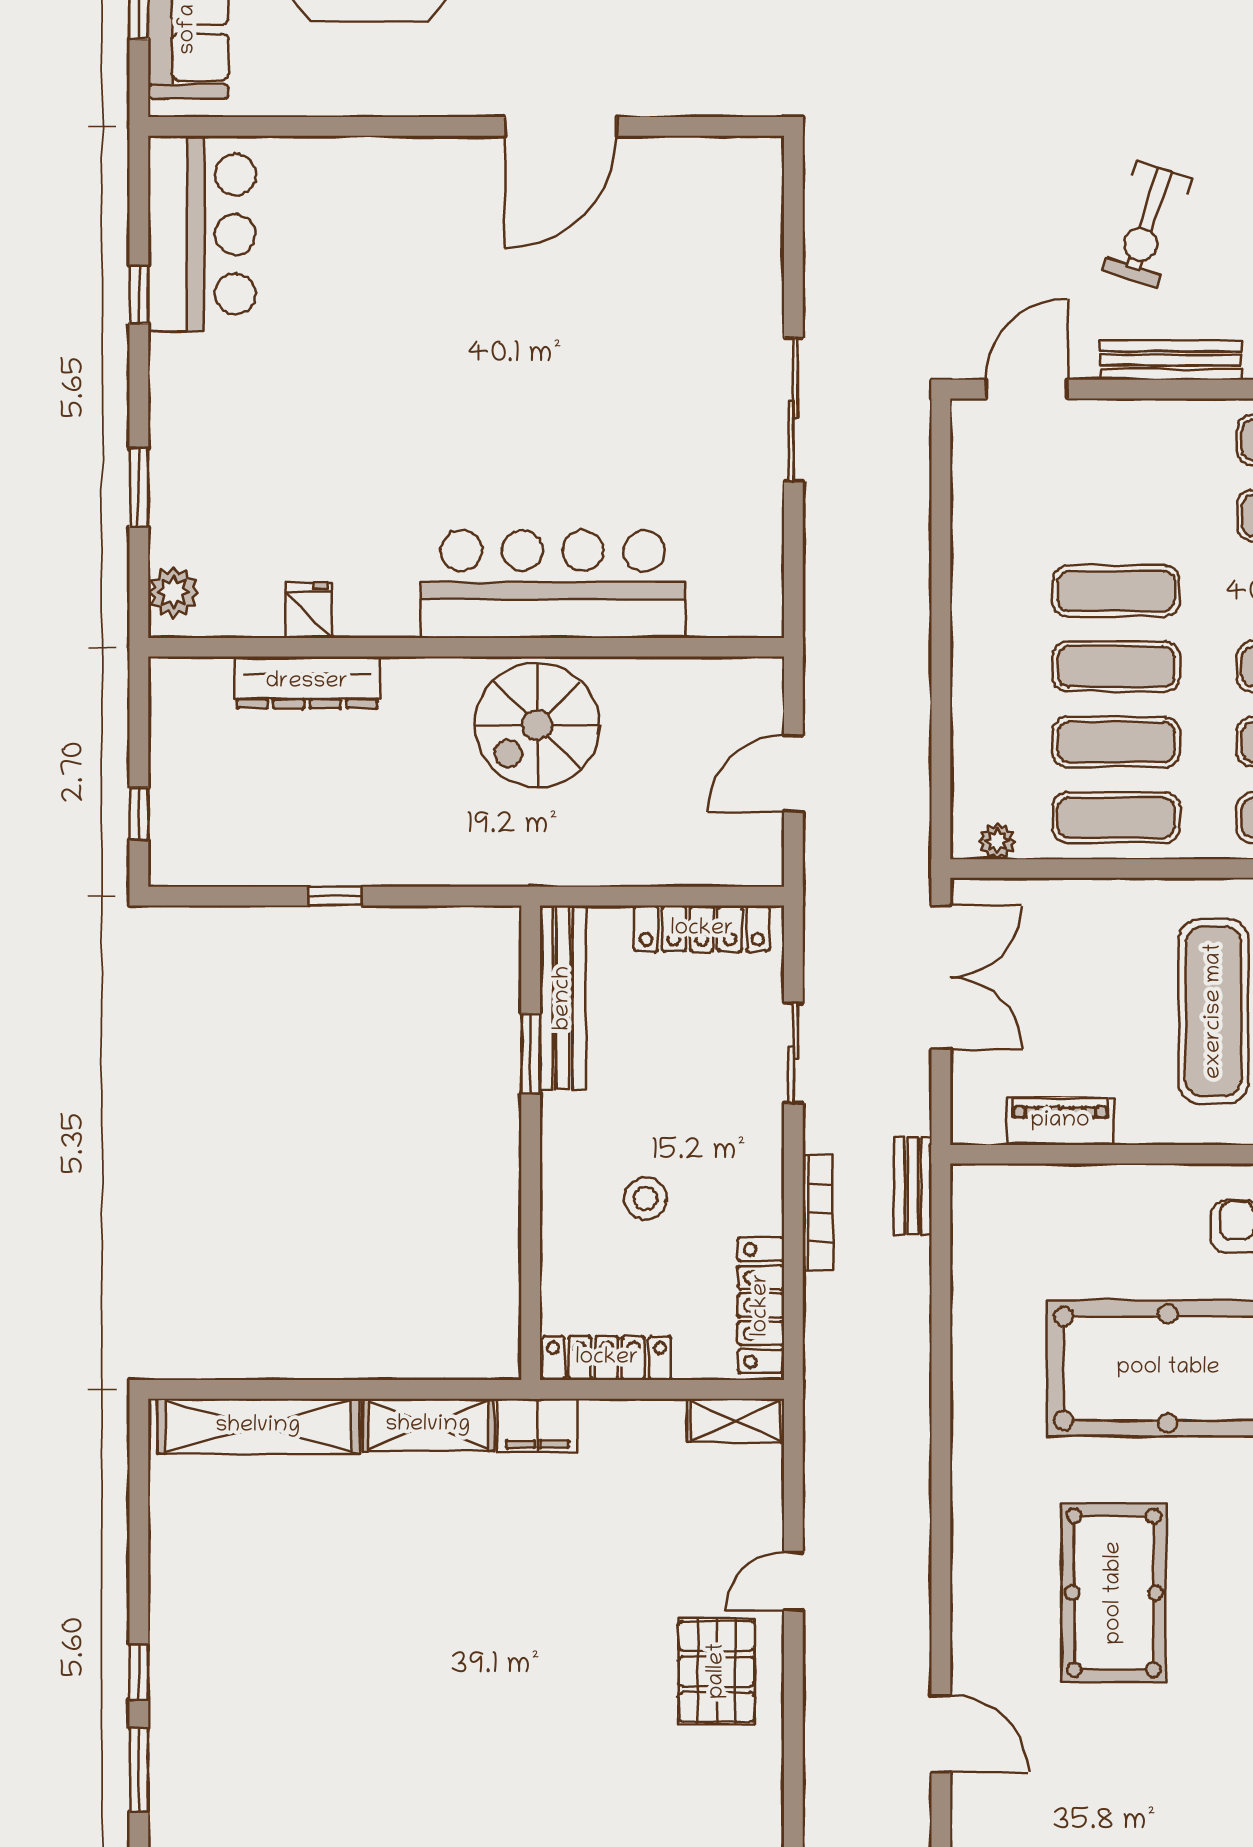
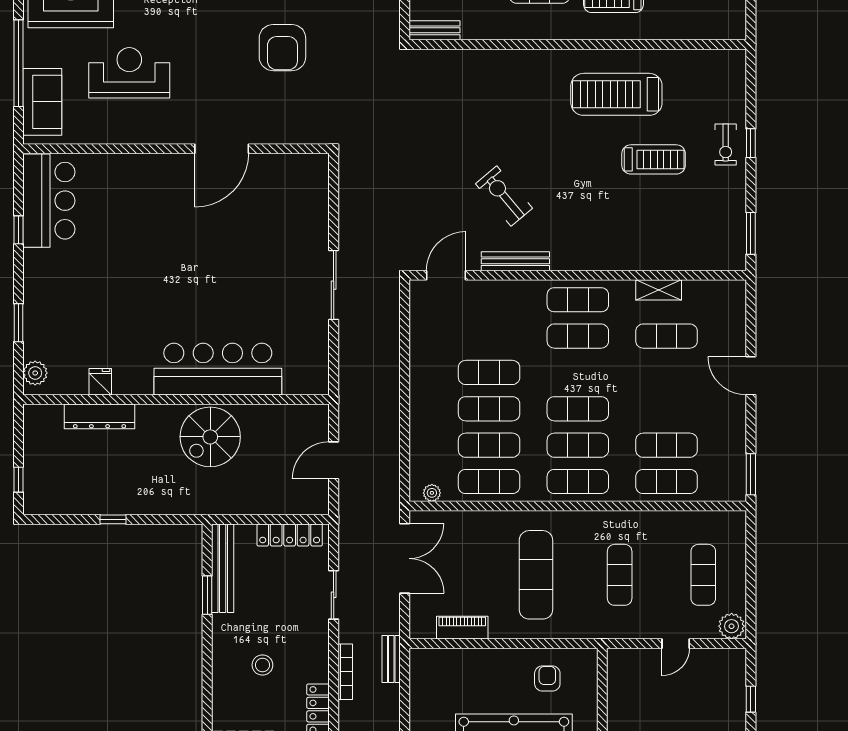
exercise bike: (1147, 225) -> (504, 196), turned 122

